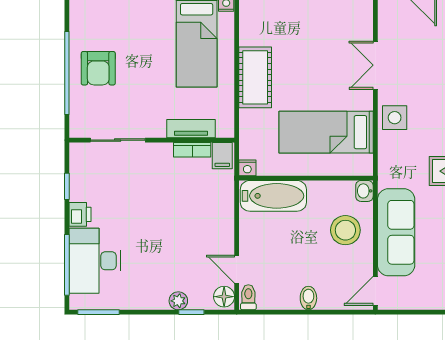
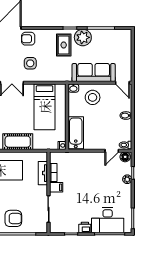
side table: (395, 118) -> (30, 63), moved
filing cabinet: (222, 156) -> (56, 187), moved

